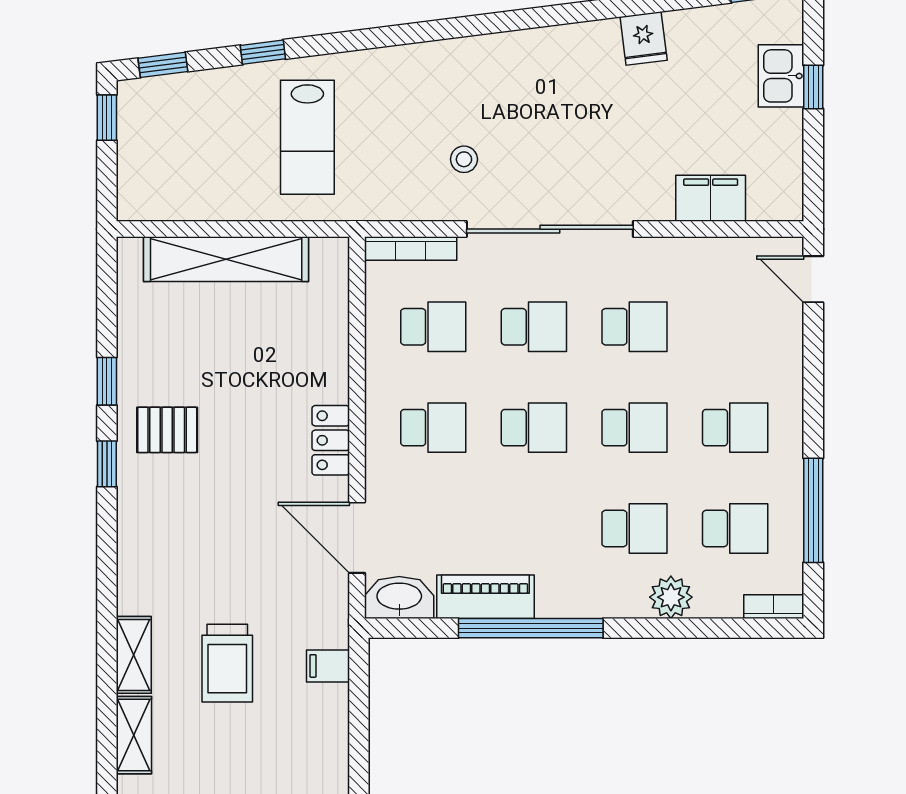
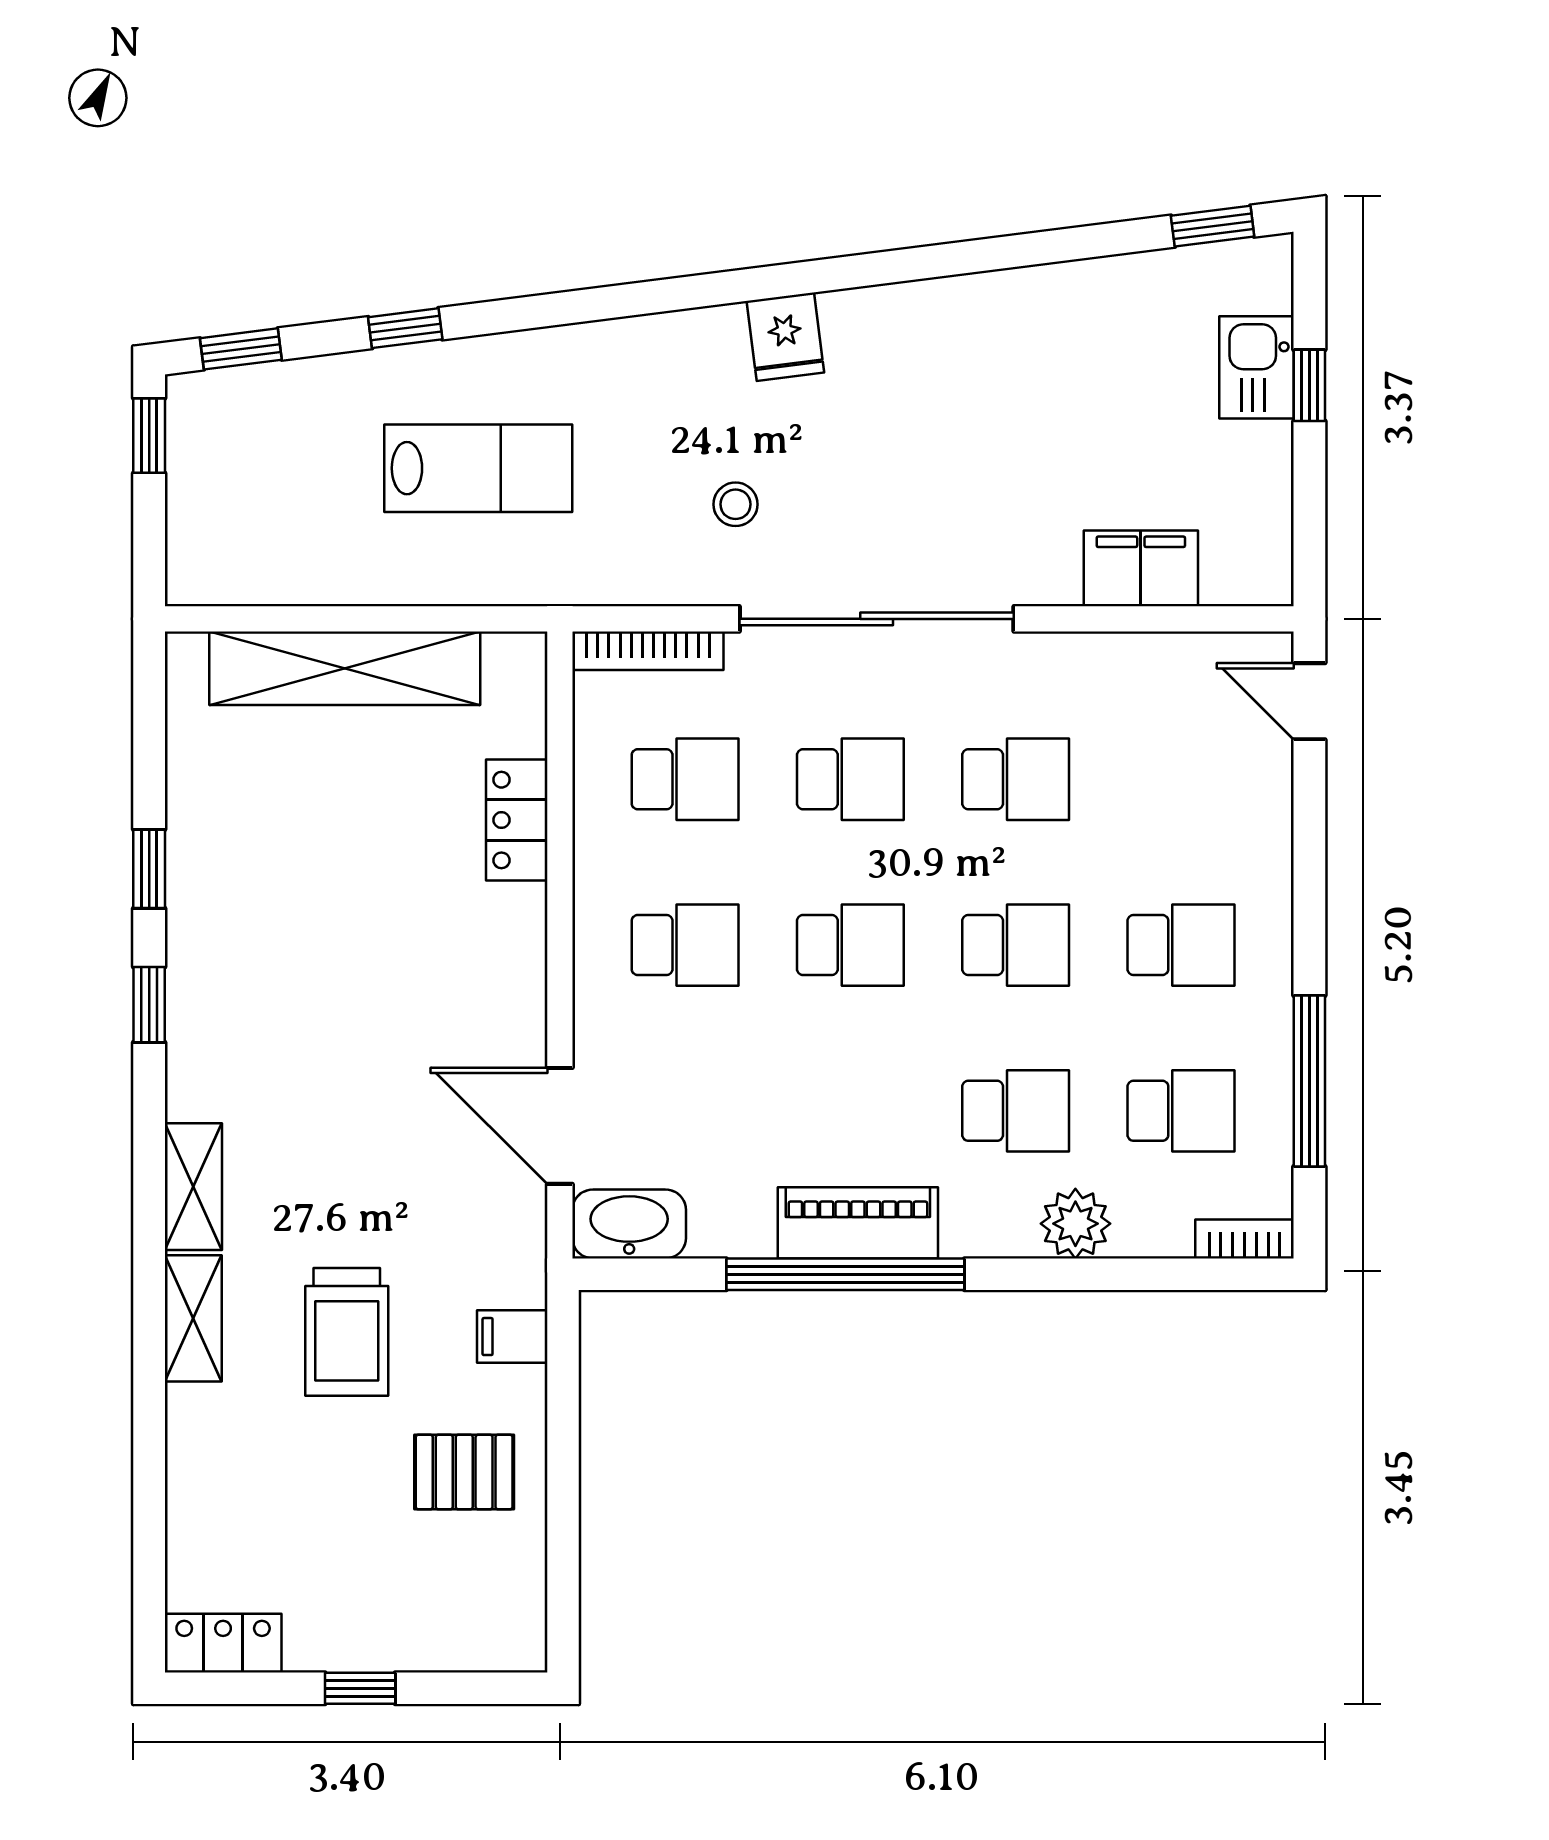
fridge: (644, 38) -> (785, 337), moved
lab bench: (307, 137) -> (478, 468), turned -90
pallet: (167, 430) -> (464, 1472), moved
locker: (331, 440) -> (517, 820), moved
piano: (485, 597) -> (858, 1223), moved
shelving: (134, 735) -> (193, 1187), moved

